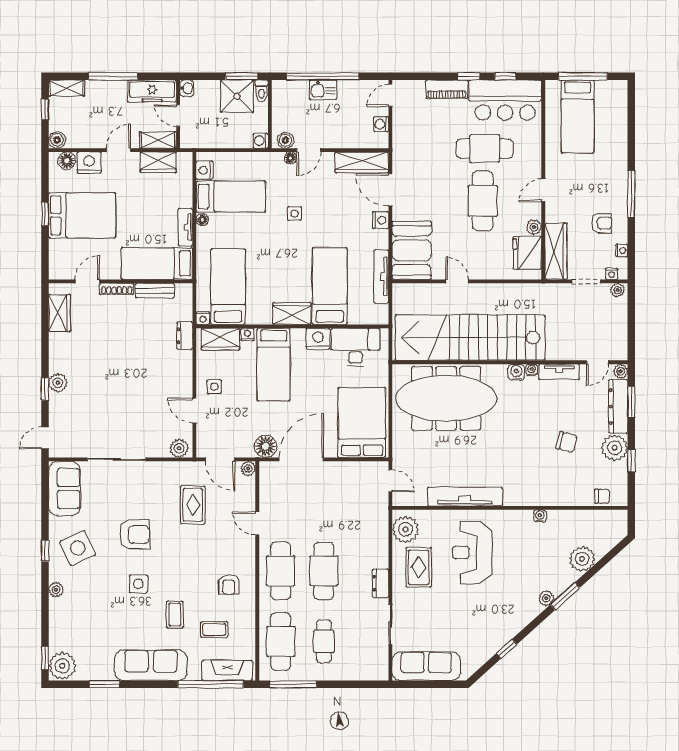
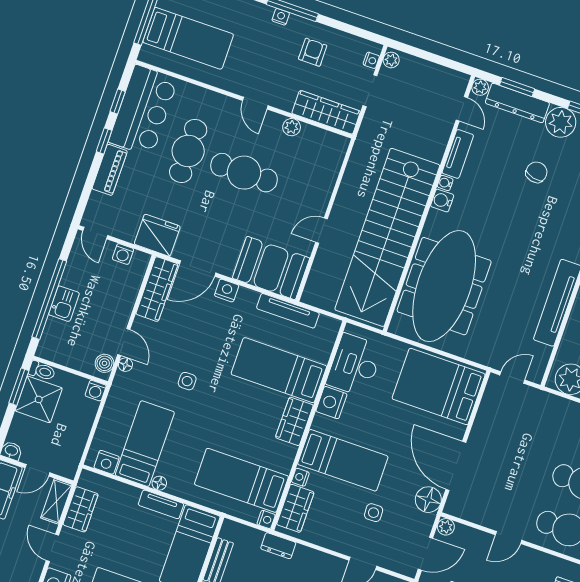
nightstand: (622, 250) -> (281, 17), moved
fridge: (527, 253) -> (157, 235), moved, turned 180
side table: (214, 387) -> (374, 513), moved

